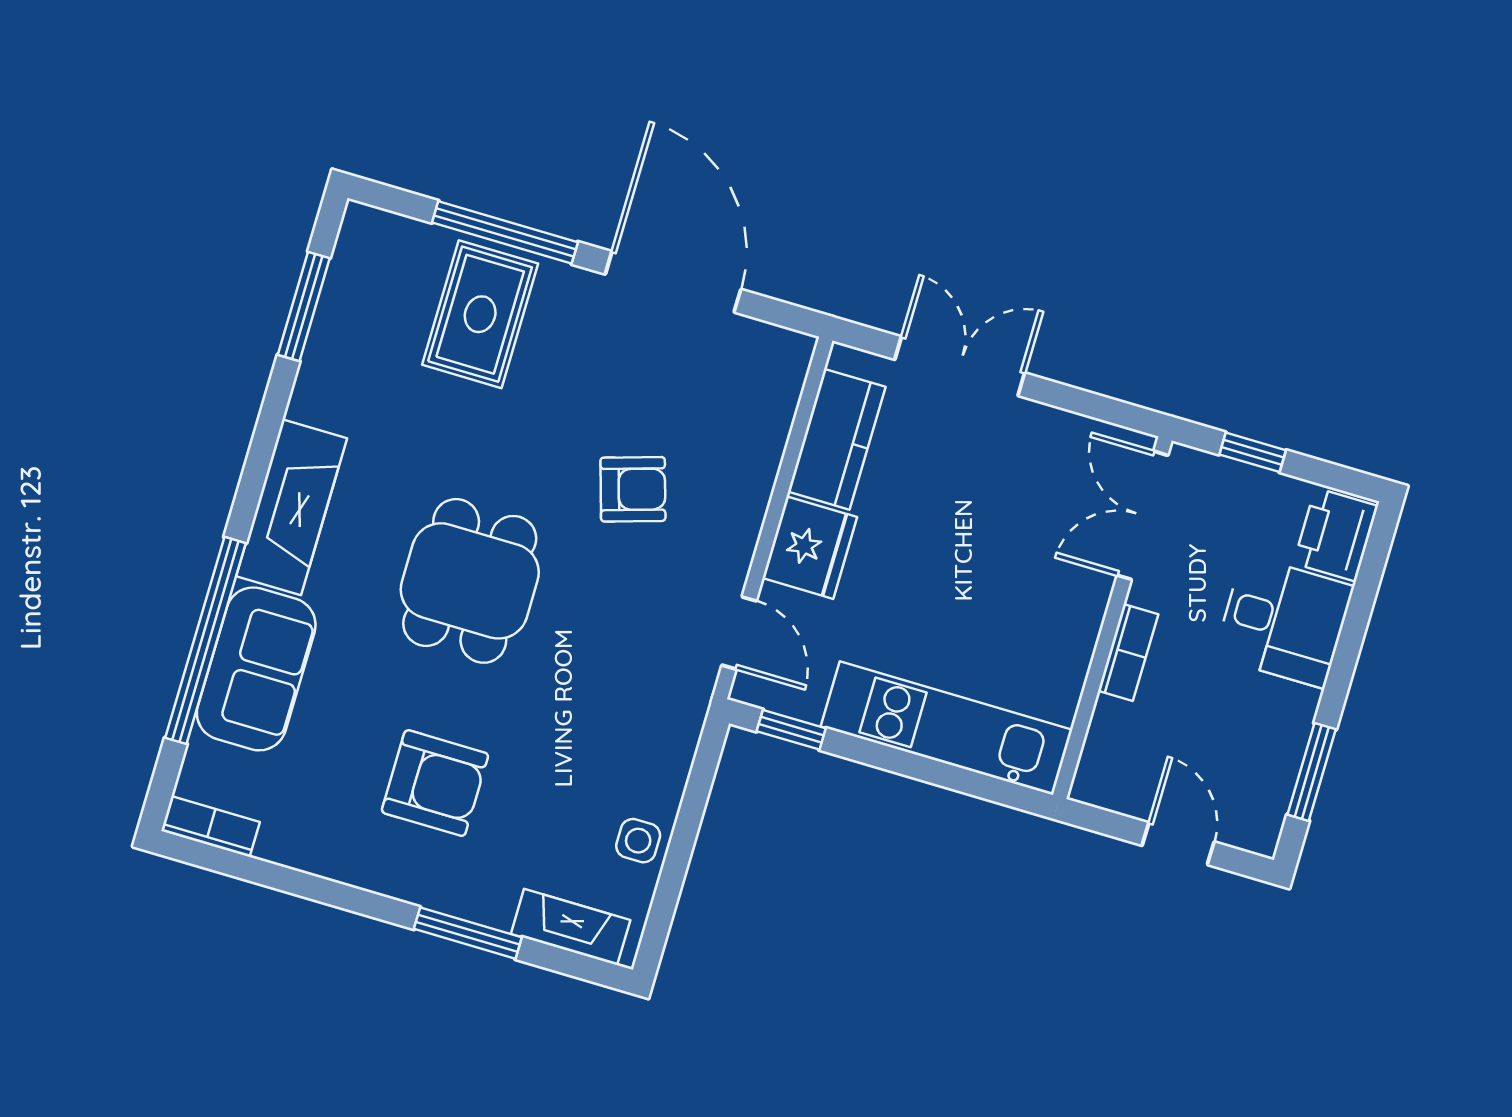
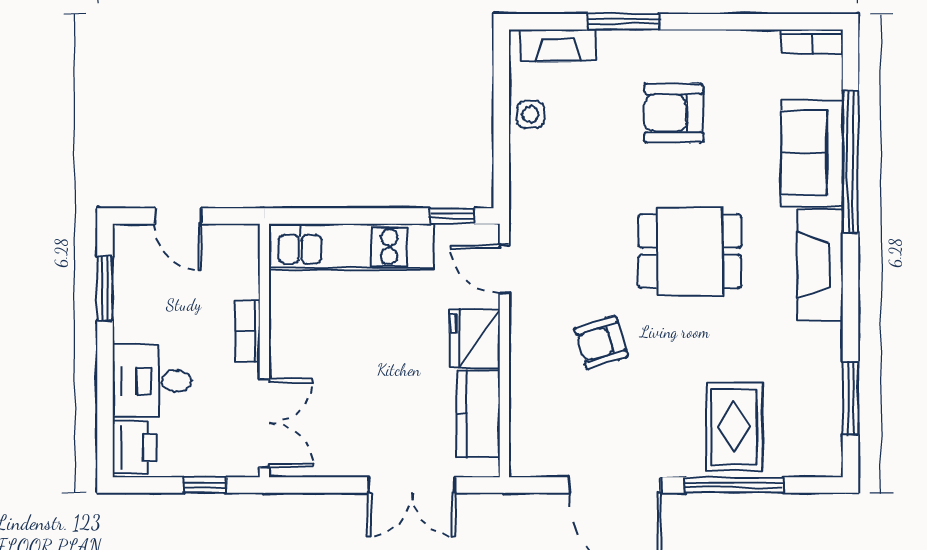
dining table: (470, 581) -> (690, 251), turned 90

